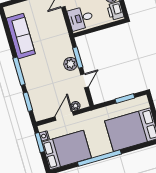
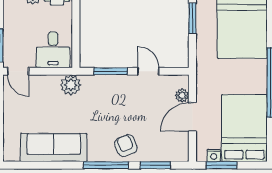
plant: (70, 64) -> (71, 85), moved
armchair: (35, 80) -> (126, 146), added
door: (64, 116) -> (192, 117), hinge flipped

